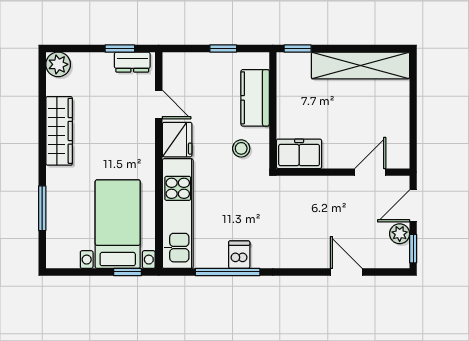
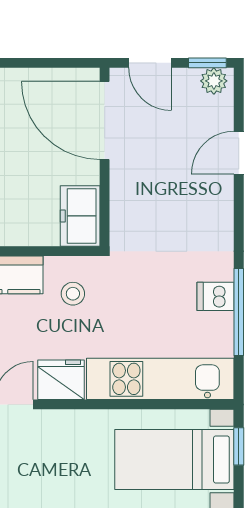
door: (370, 172) -> (105, 120), width x1.88
plant: (400, 234) -> (214, 81), moved

